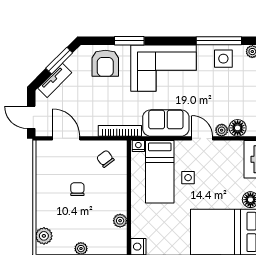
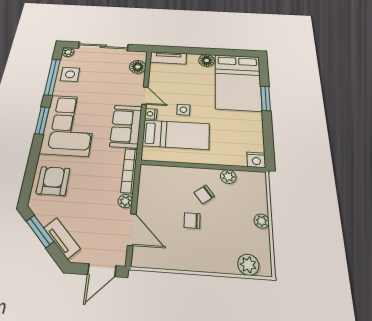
window: (129, 41) -> (42, 120), moved
armchair: (105, 63) -> (53, 181), turned -90
plant: (222, 130) -> (125, 201), moved
door: (66, 138) -> (132, 229), swing flipped
door: (202, 138) -> (145, 96), swing flipped
nightstand: (138, 146) -> (151, 114), moved
chair: (105, 159) -> (204, 194), moved

